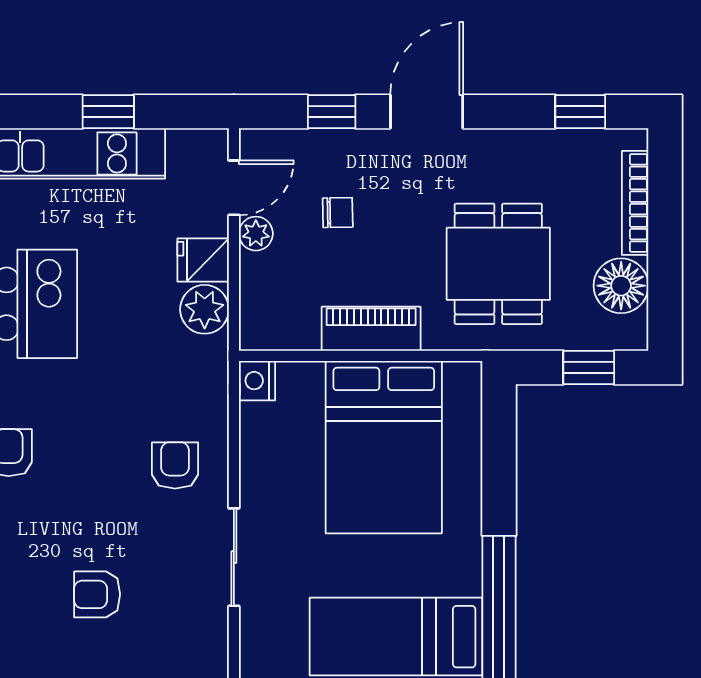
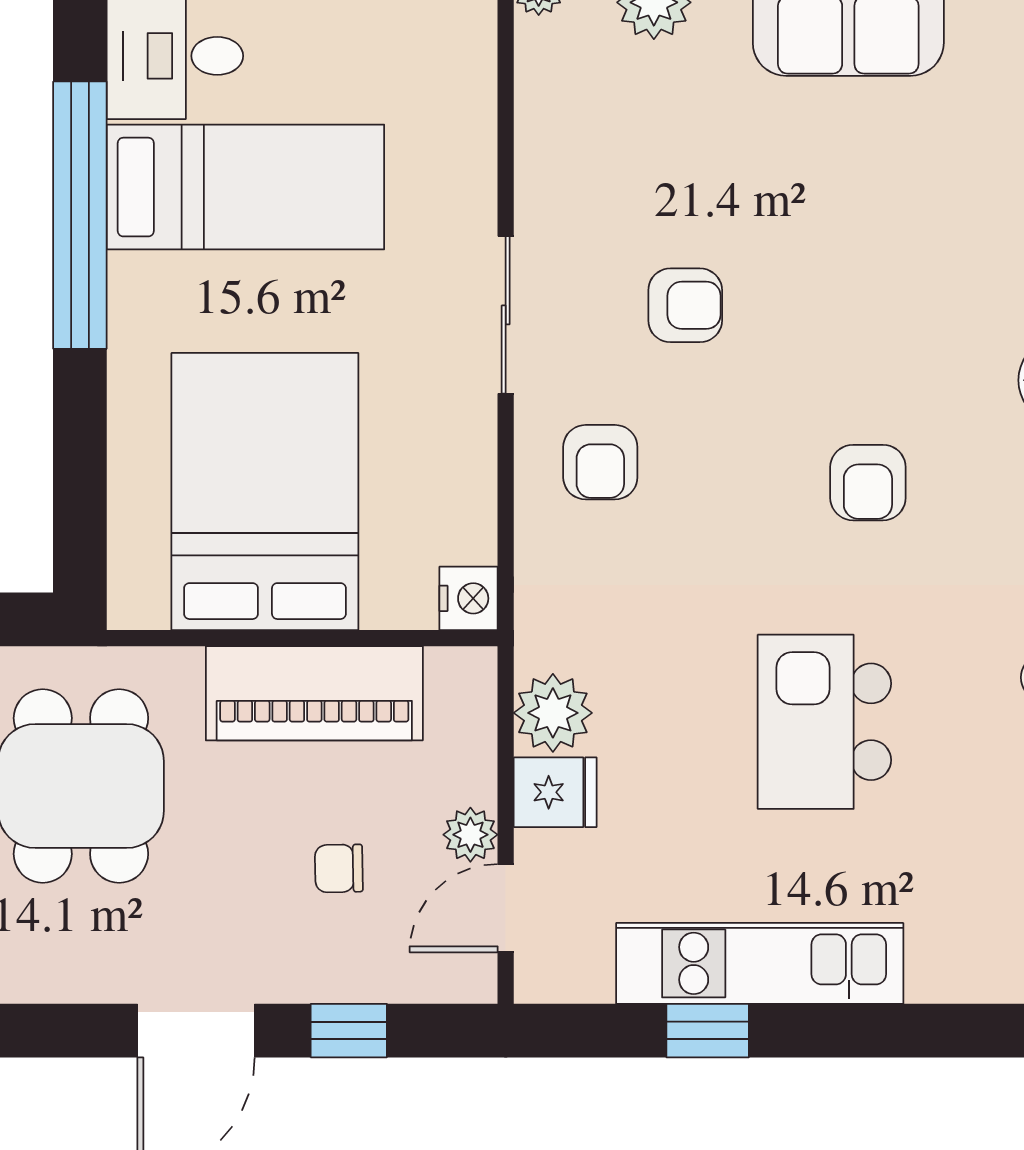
piano: (371, 329) -> (314, 693), width x1.37, depth x1.33
armchair: (97, 594) -> (685, 305), moved

